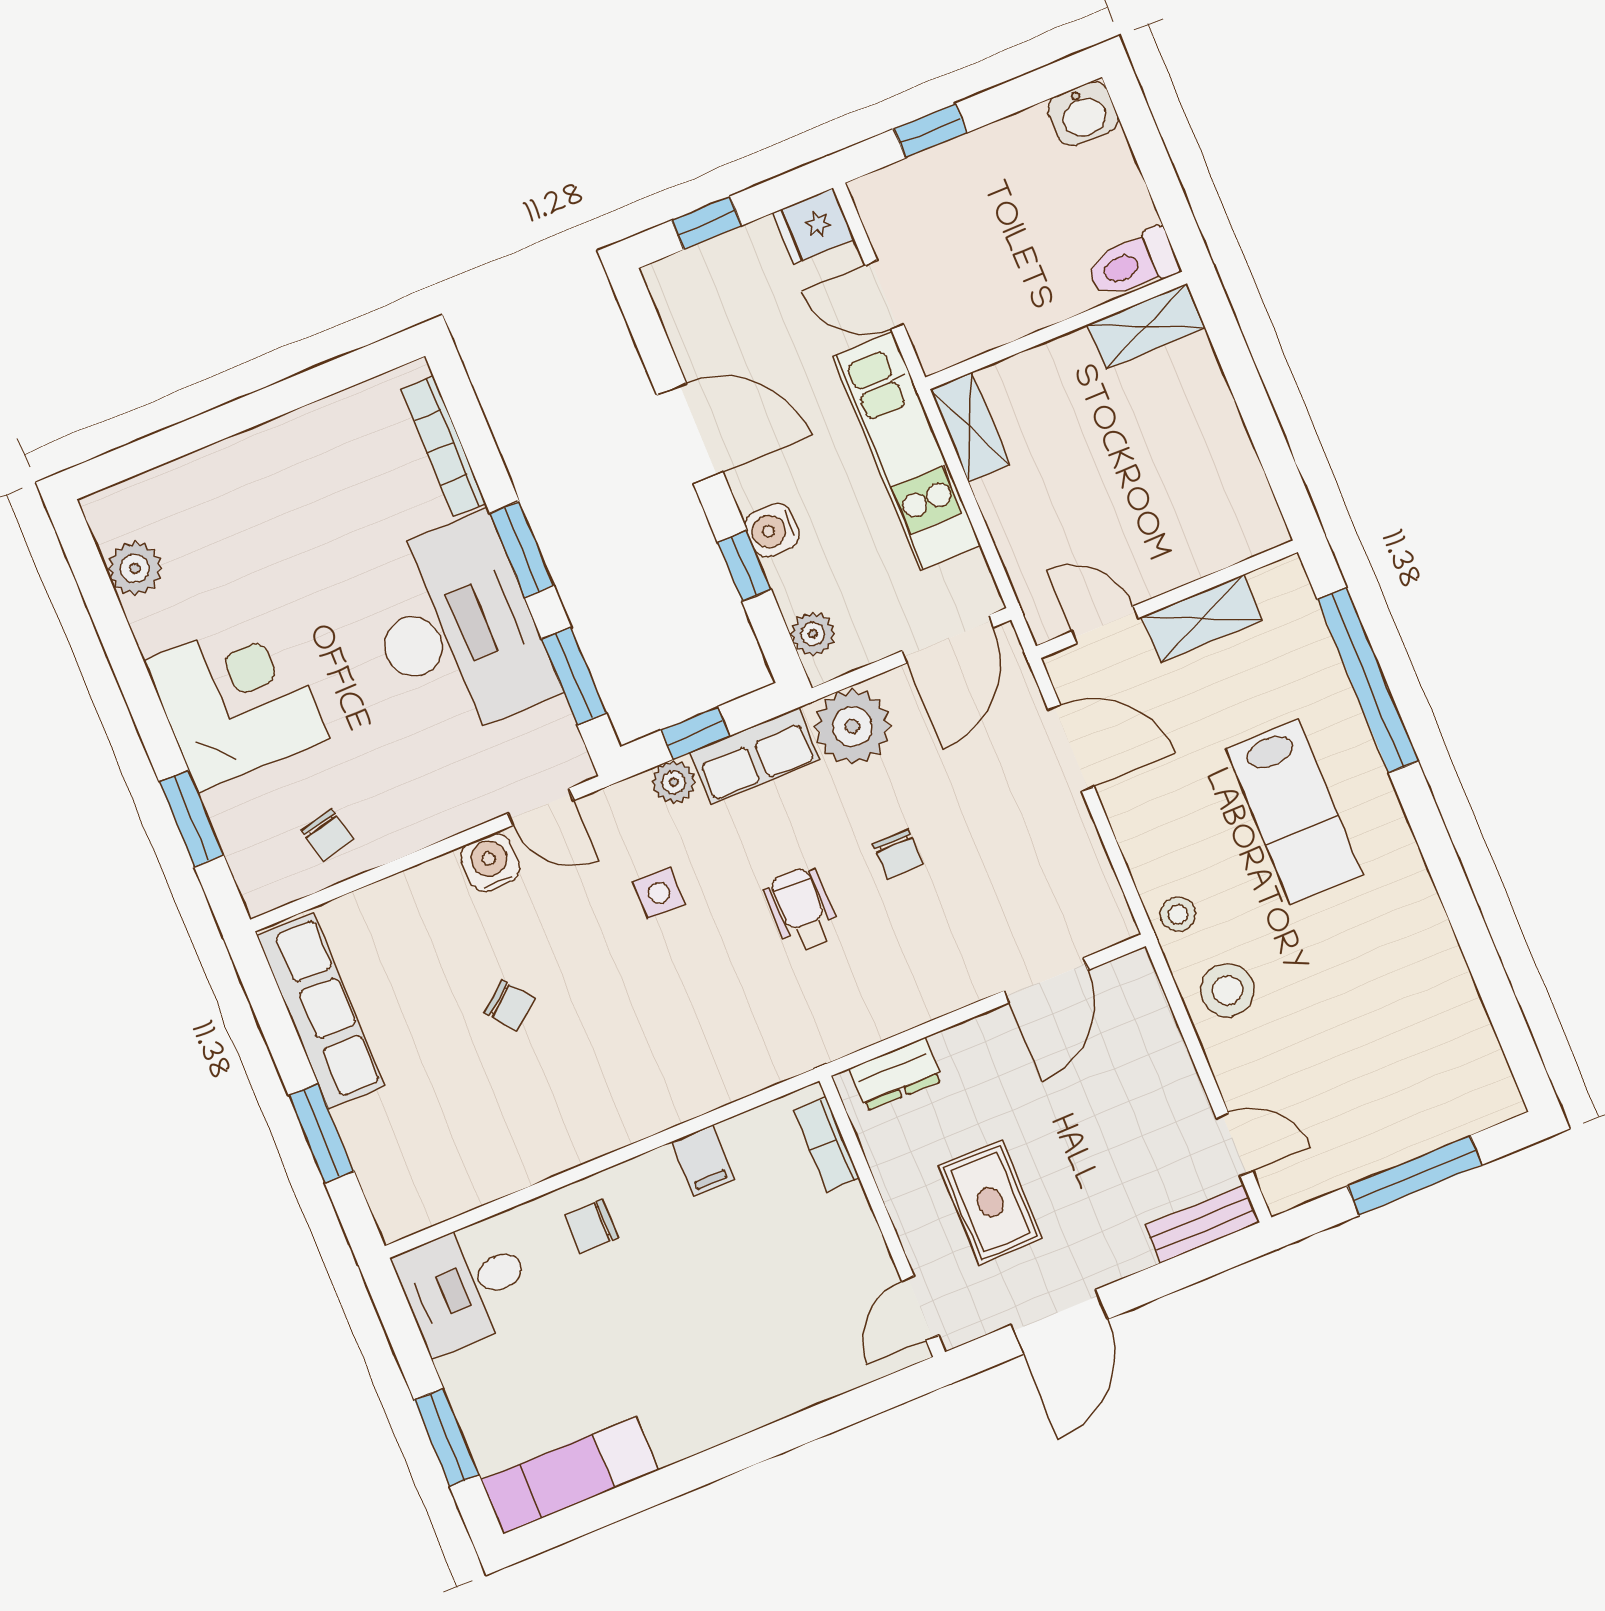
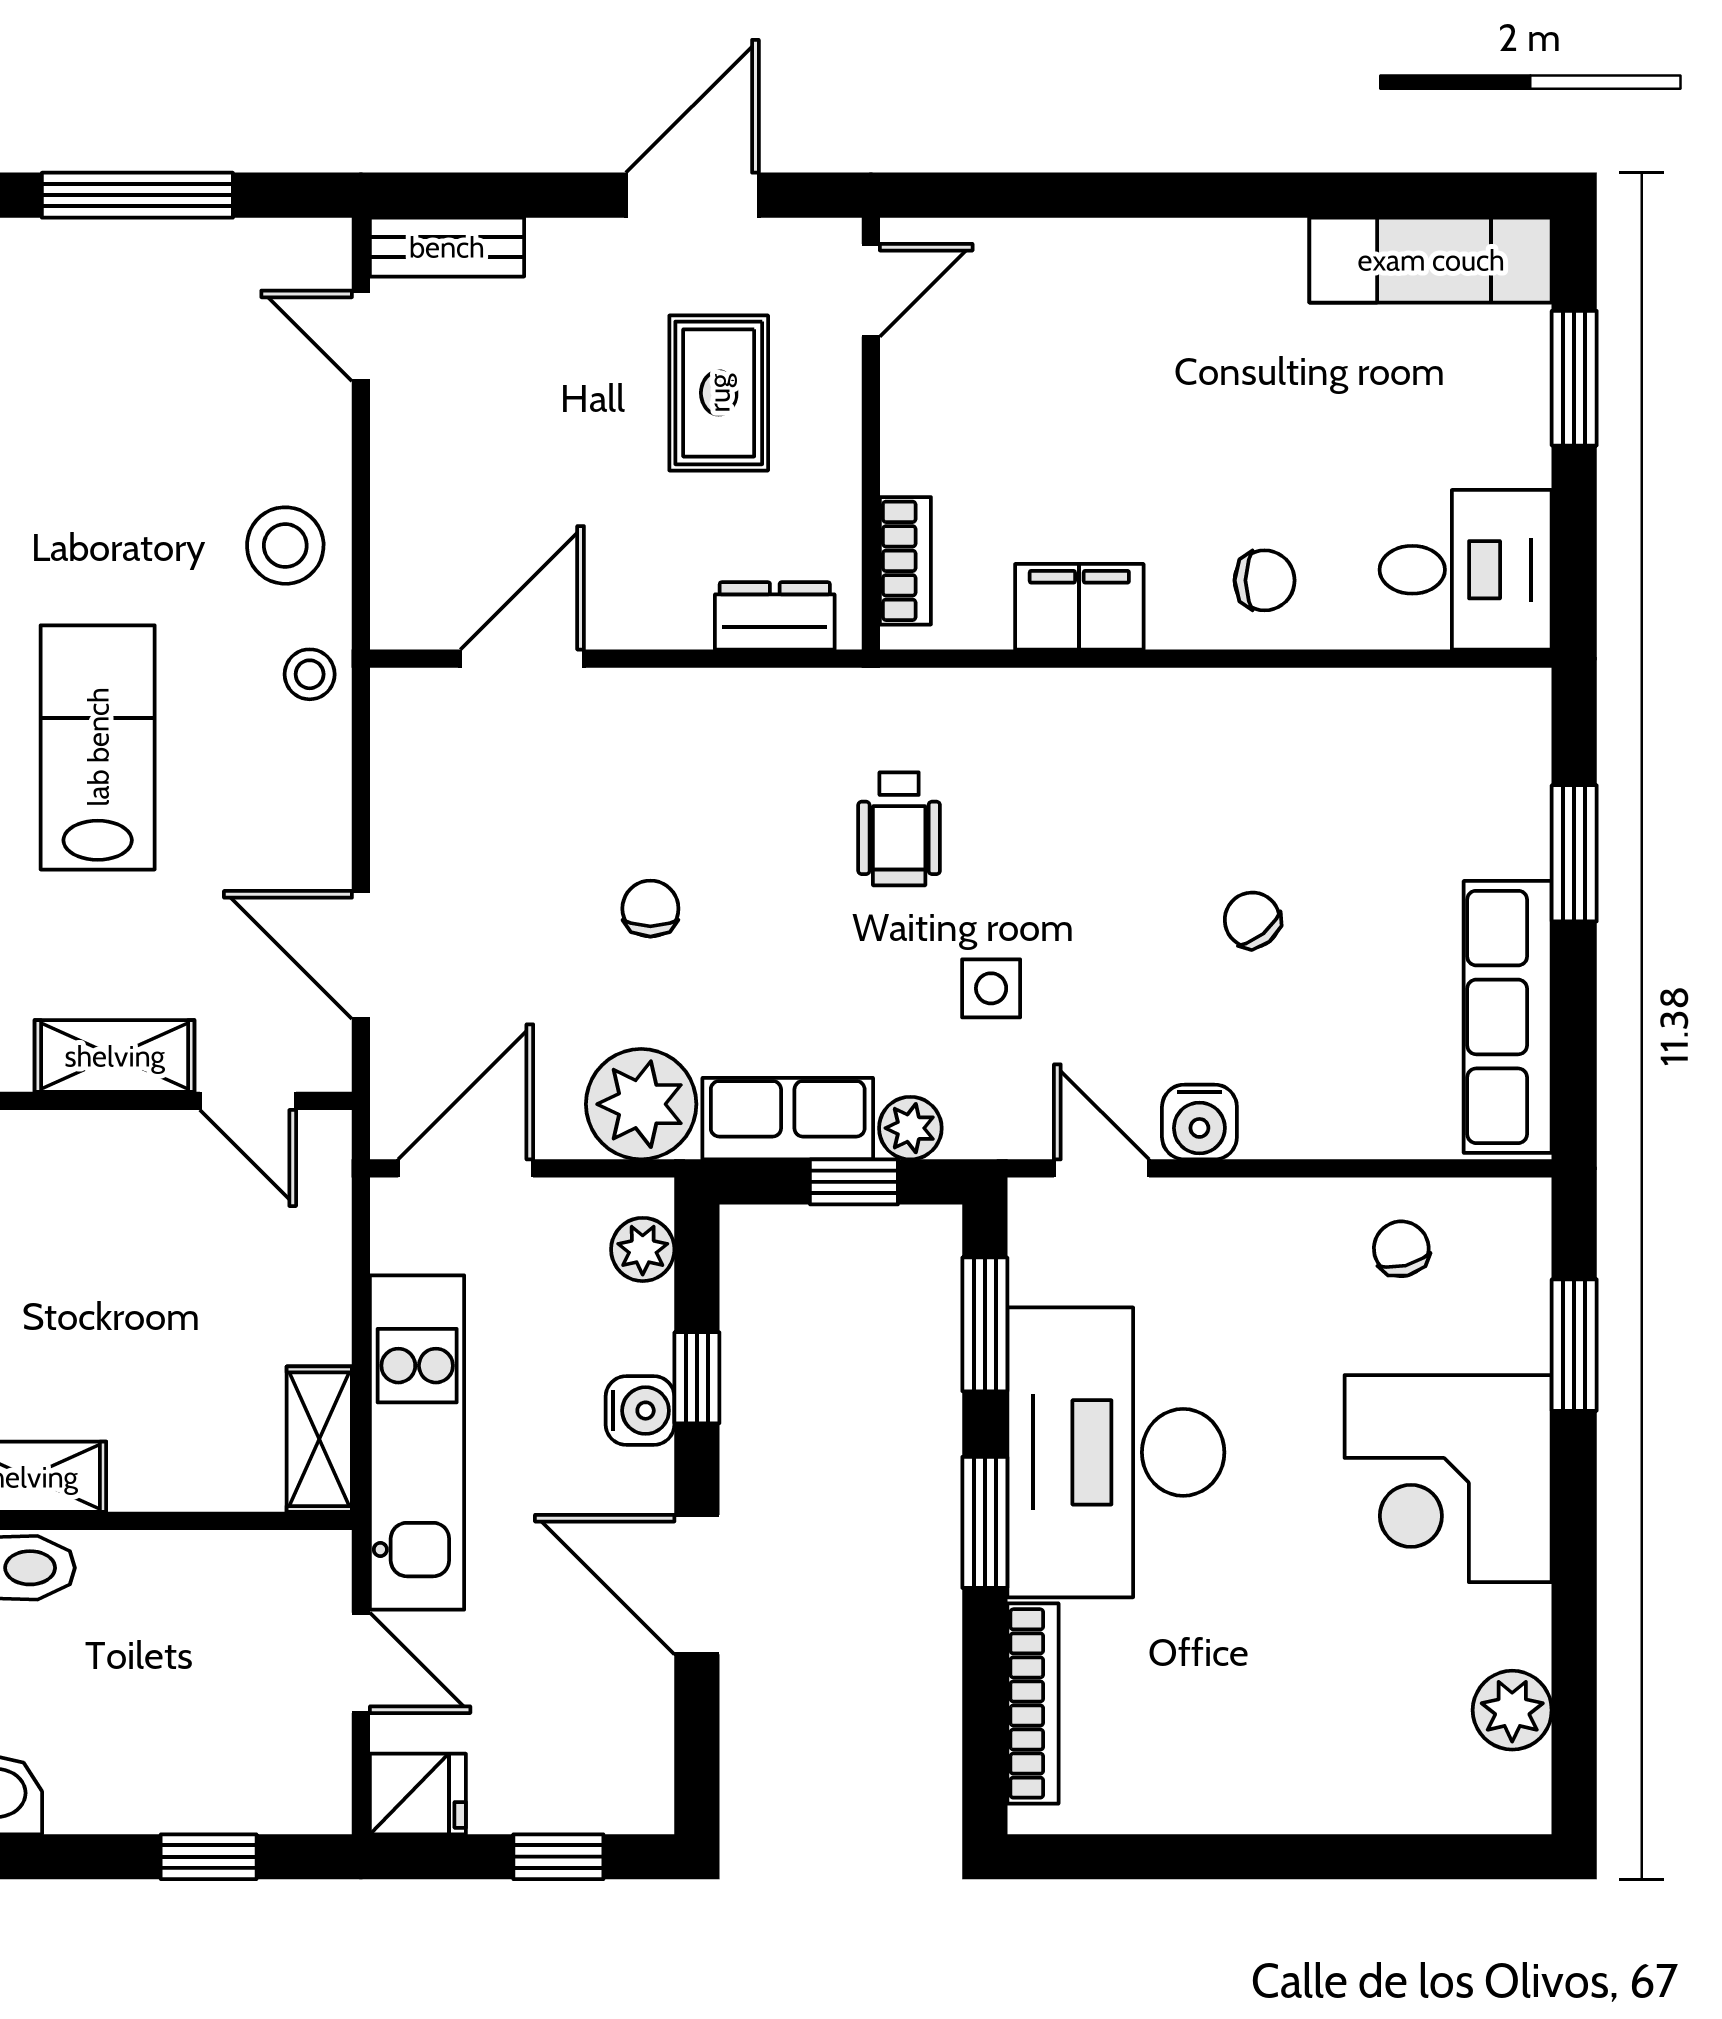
wheelchair: (802, 909) -> (899, 829), moved
filing cabinet: (703, 1161) -> (1079, 607), width x2.00

